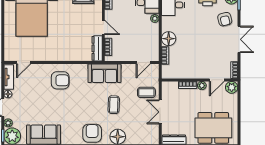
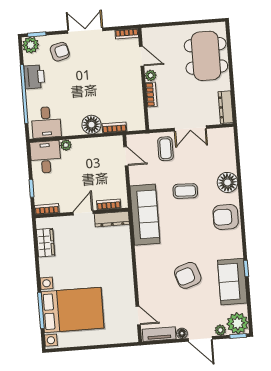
sofa: (104, 73) -> (145, 215), width x1.36
armchair: (60, 80) -> (188, 275), moved, turned -108
plant: (232, 87) -> (150, 36), removed

